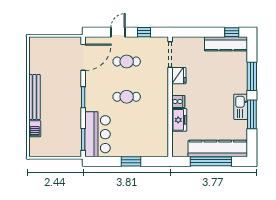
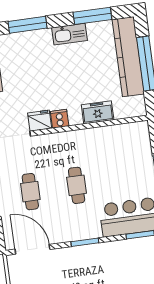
cooker: (178, 101) -> (60, 119), moved
window: (252, 114) -> (92, 16), moved

